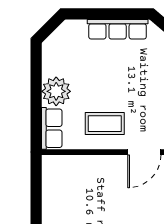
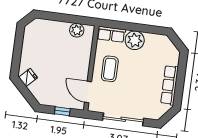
plant: (53, 182) -> (77, 30), added

